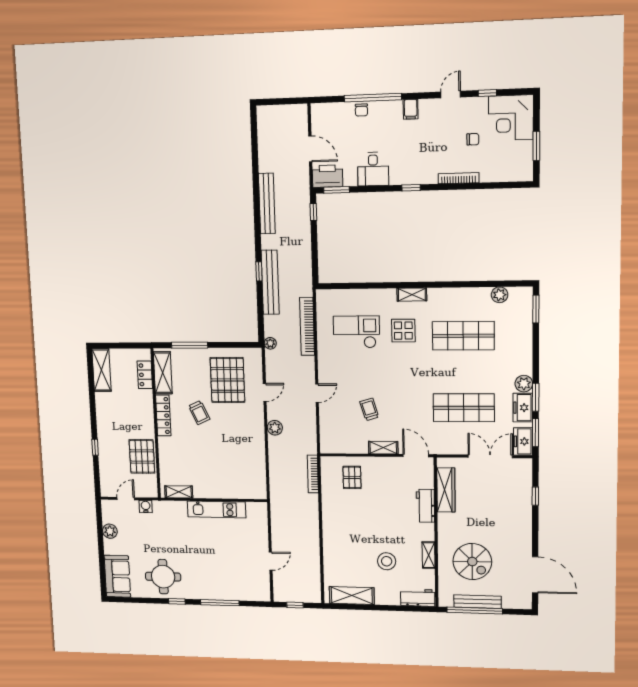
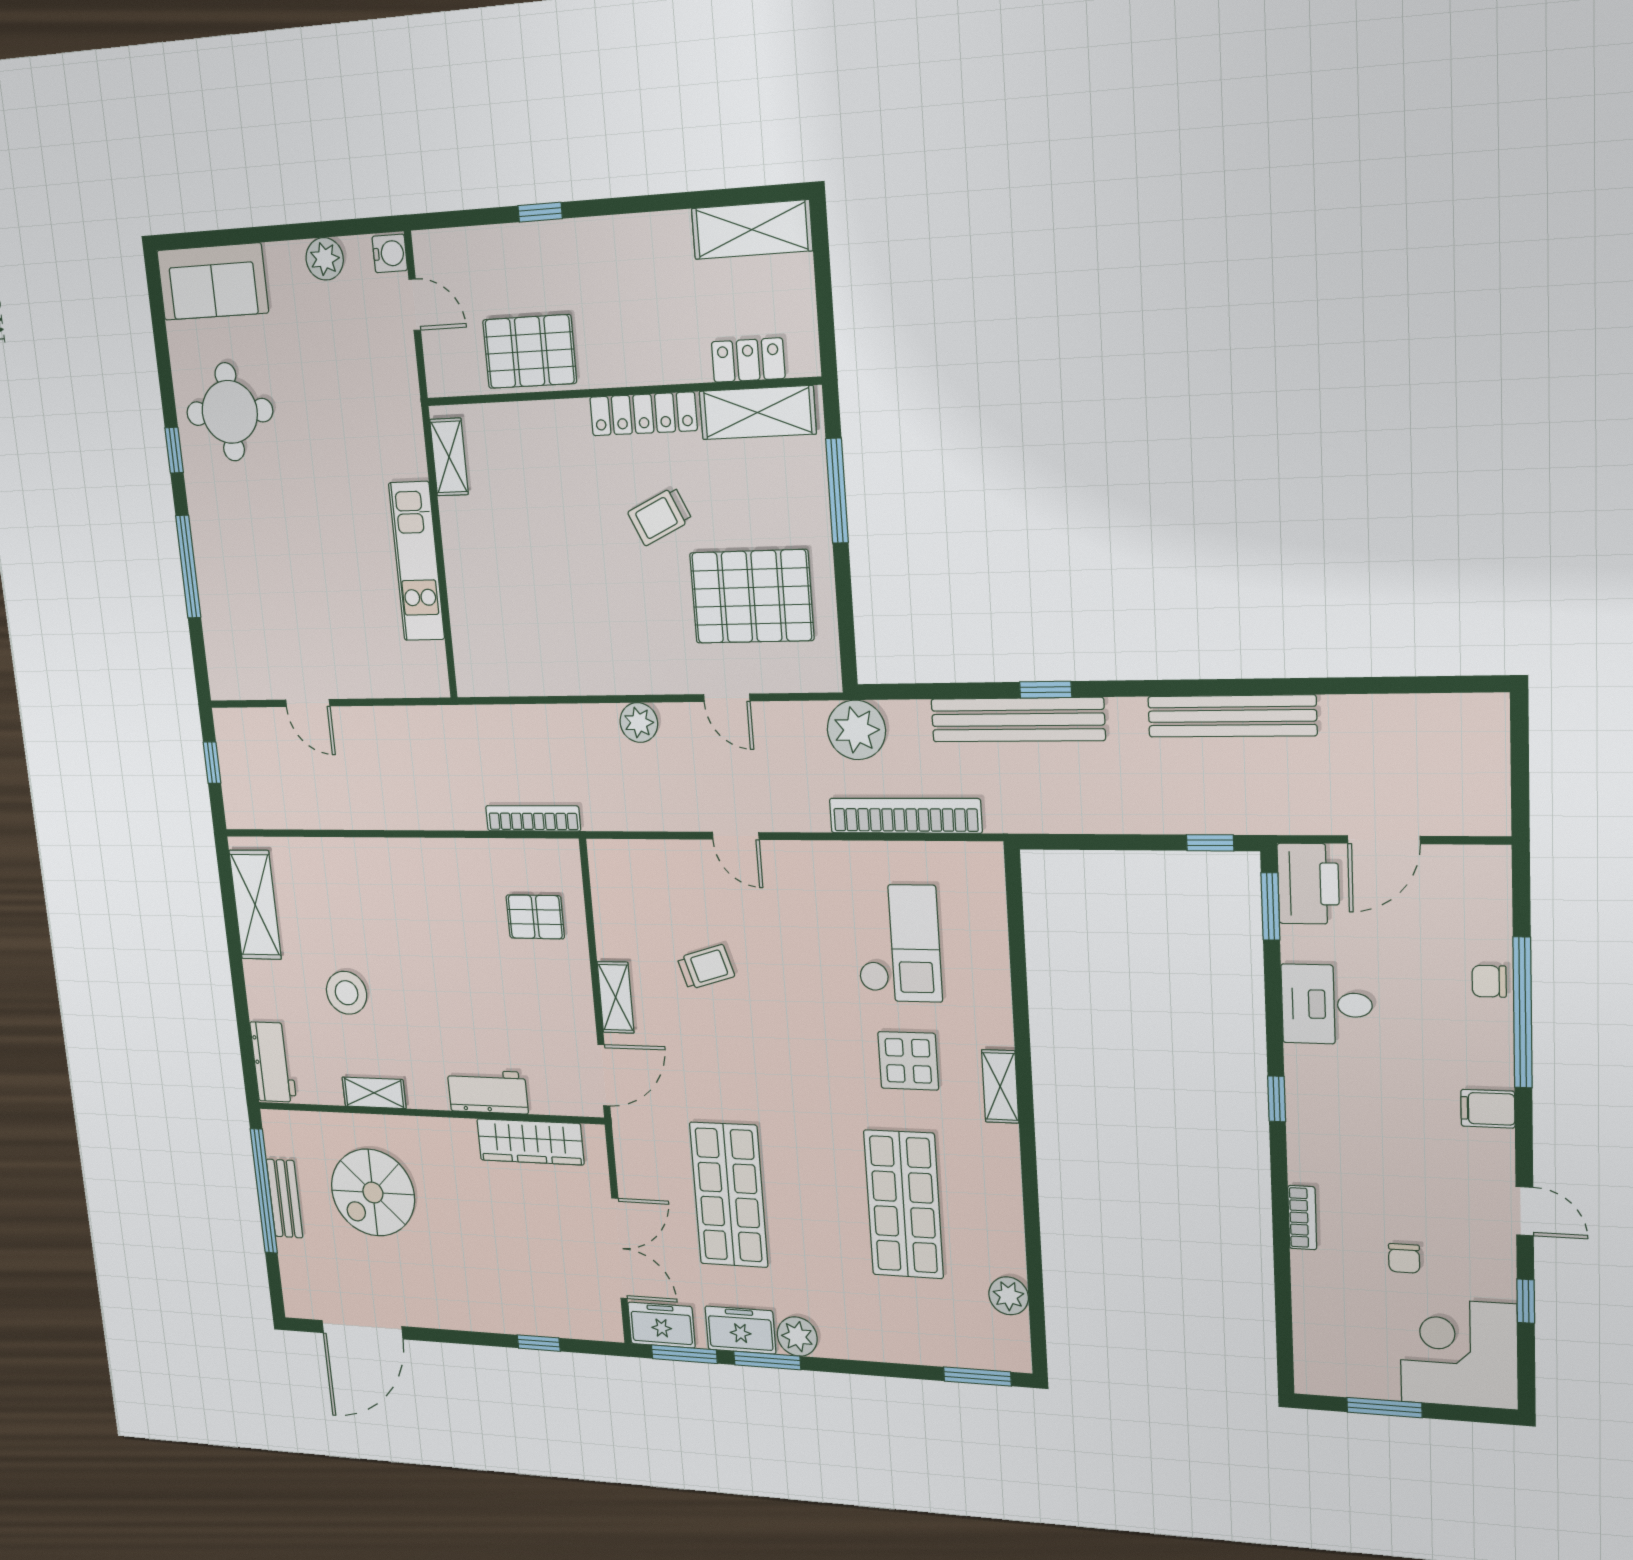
bookcase: (459, 178) -> (1302, 1218), width x0.64
plant: (270, 343) -> (856, 730), width x1.88, depth x1.88
water cooler: (146, 506) -> (390, 253), moved
bench: (477, 602) -> (285, 1199), width x0.73

